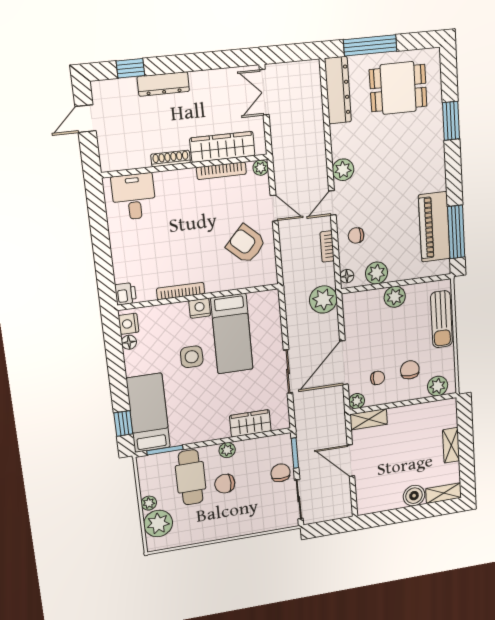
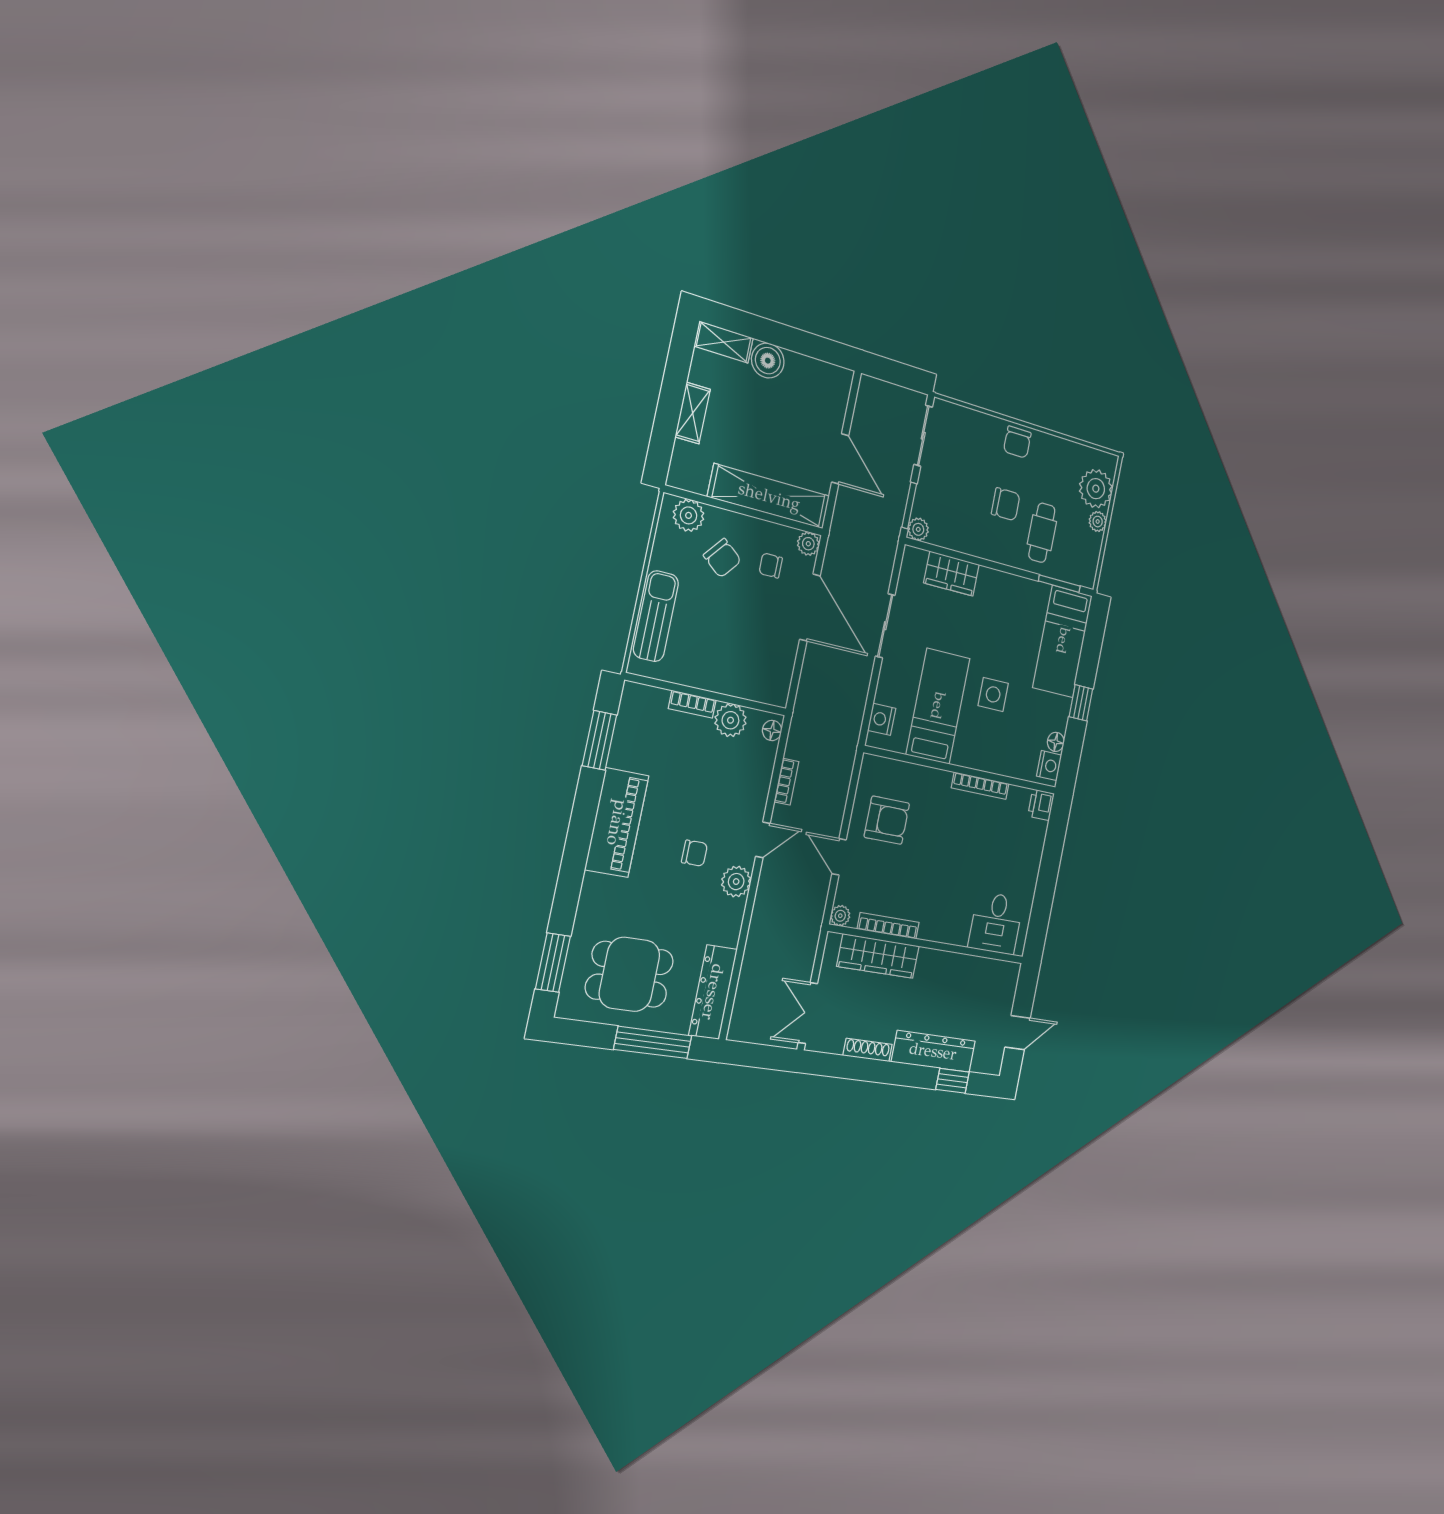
dresser: (163, 84) -> (933, 1051), width x1.37, depth x1.24
double door: (264, 92) -> (808, 1013), swing flipped
window: (451, 121) -> (553, 963), moved
shoe rack: (171, 158) -> (868, 1050), moved, turned 180
piano: (434, 227) -> (617, 823), moved
window: (456, 232) -> (599, 740), width x0.69
chair: (356, 235) -> (695, 853), moved
armchair: (246, 244) -> (887, 820), turned -43
bookcase: (404, 274) -> (692, 704), added
plant: (395, 297) -> (715, 676), removed
plant: (323, 299) -> (812, 709), removed
nightstand: (200, 308) -> (882, 719), moved, turned 90
door: (344, 363) -> (810, 608), hinge flipped
chair: (410, 370) -> (722, 558), turned -51
shelving: (369, 419) -> (769, 496), width x2.20, depth x1.33
window: (123, 423) -> (1081, 703), moved
plant: (227, 450) -> (918, 529), moved
chair: (280, 473) -> (1017, 442), moved
cafe table: (191, 477) -> (1042, 533), width x0.73, depth x0.74

